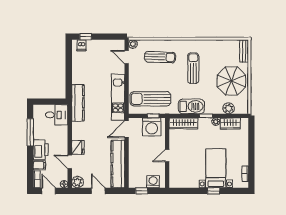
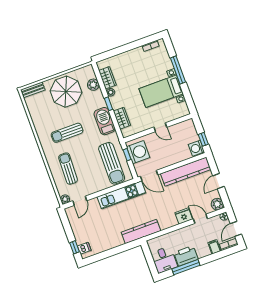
desk: (57, 115) -> (164, 260), moved, turned 180
wardrobe: (183, 123) -> (122, 118), width x0.67
printer: (41, 150) -> (186, 256), moved
door: (70, 162) -> (200, 219), swing flipped
bed with nightstands: (216, 168) -> (161, 91), moved
washing machine: (153, 182) -> (196, 148), moved
window: (214, 191) -> (178, 70), width x2.17

